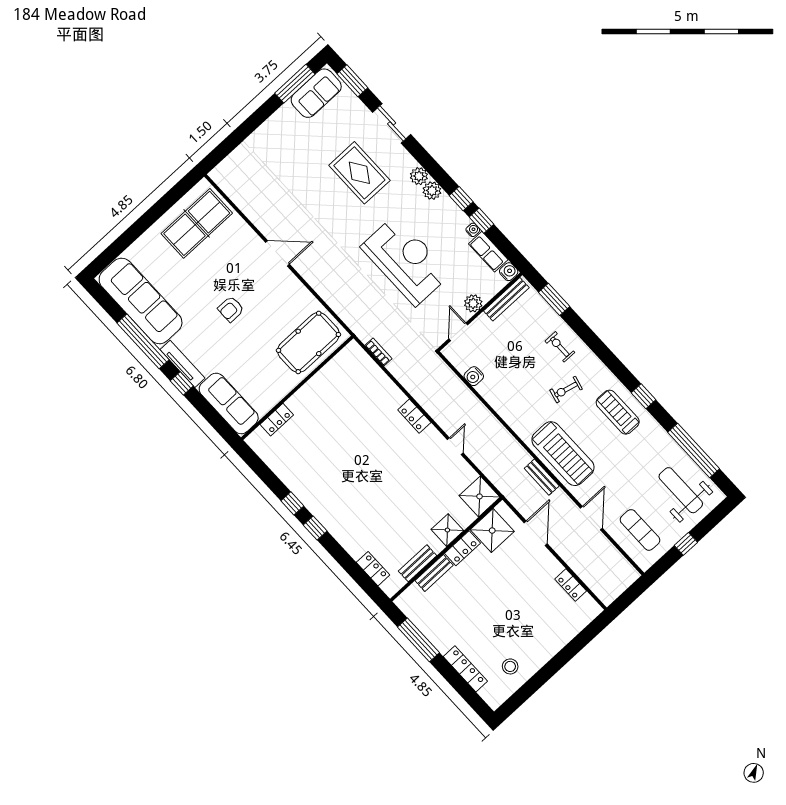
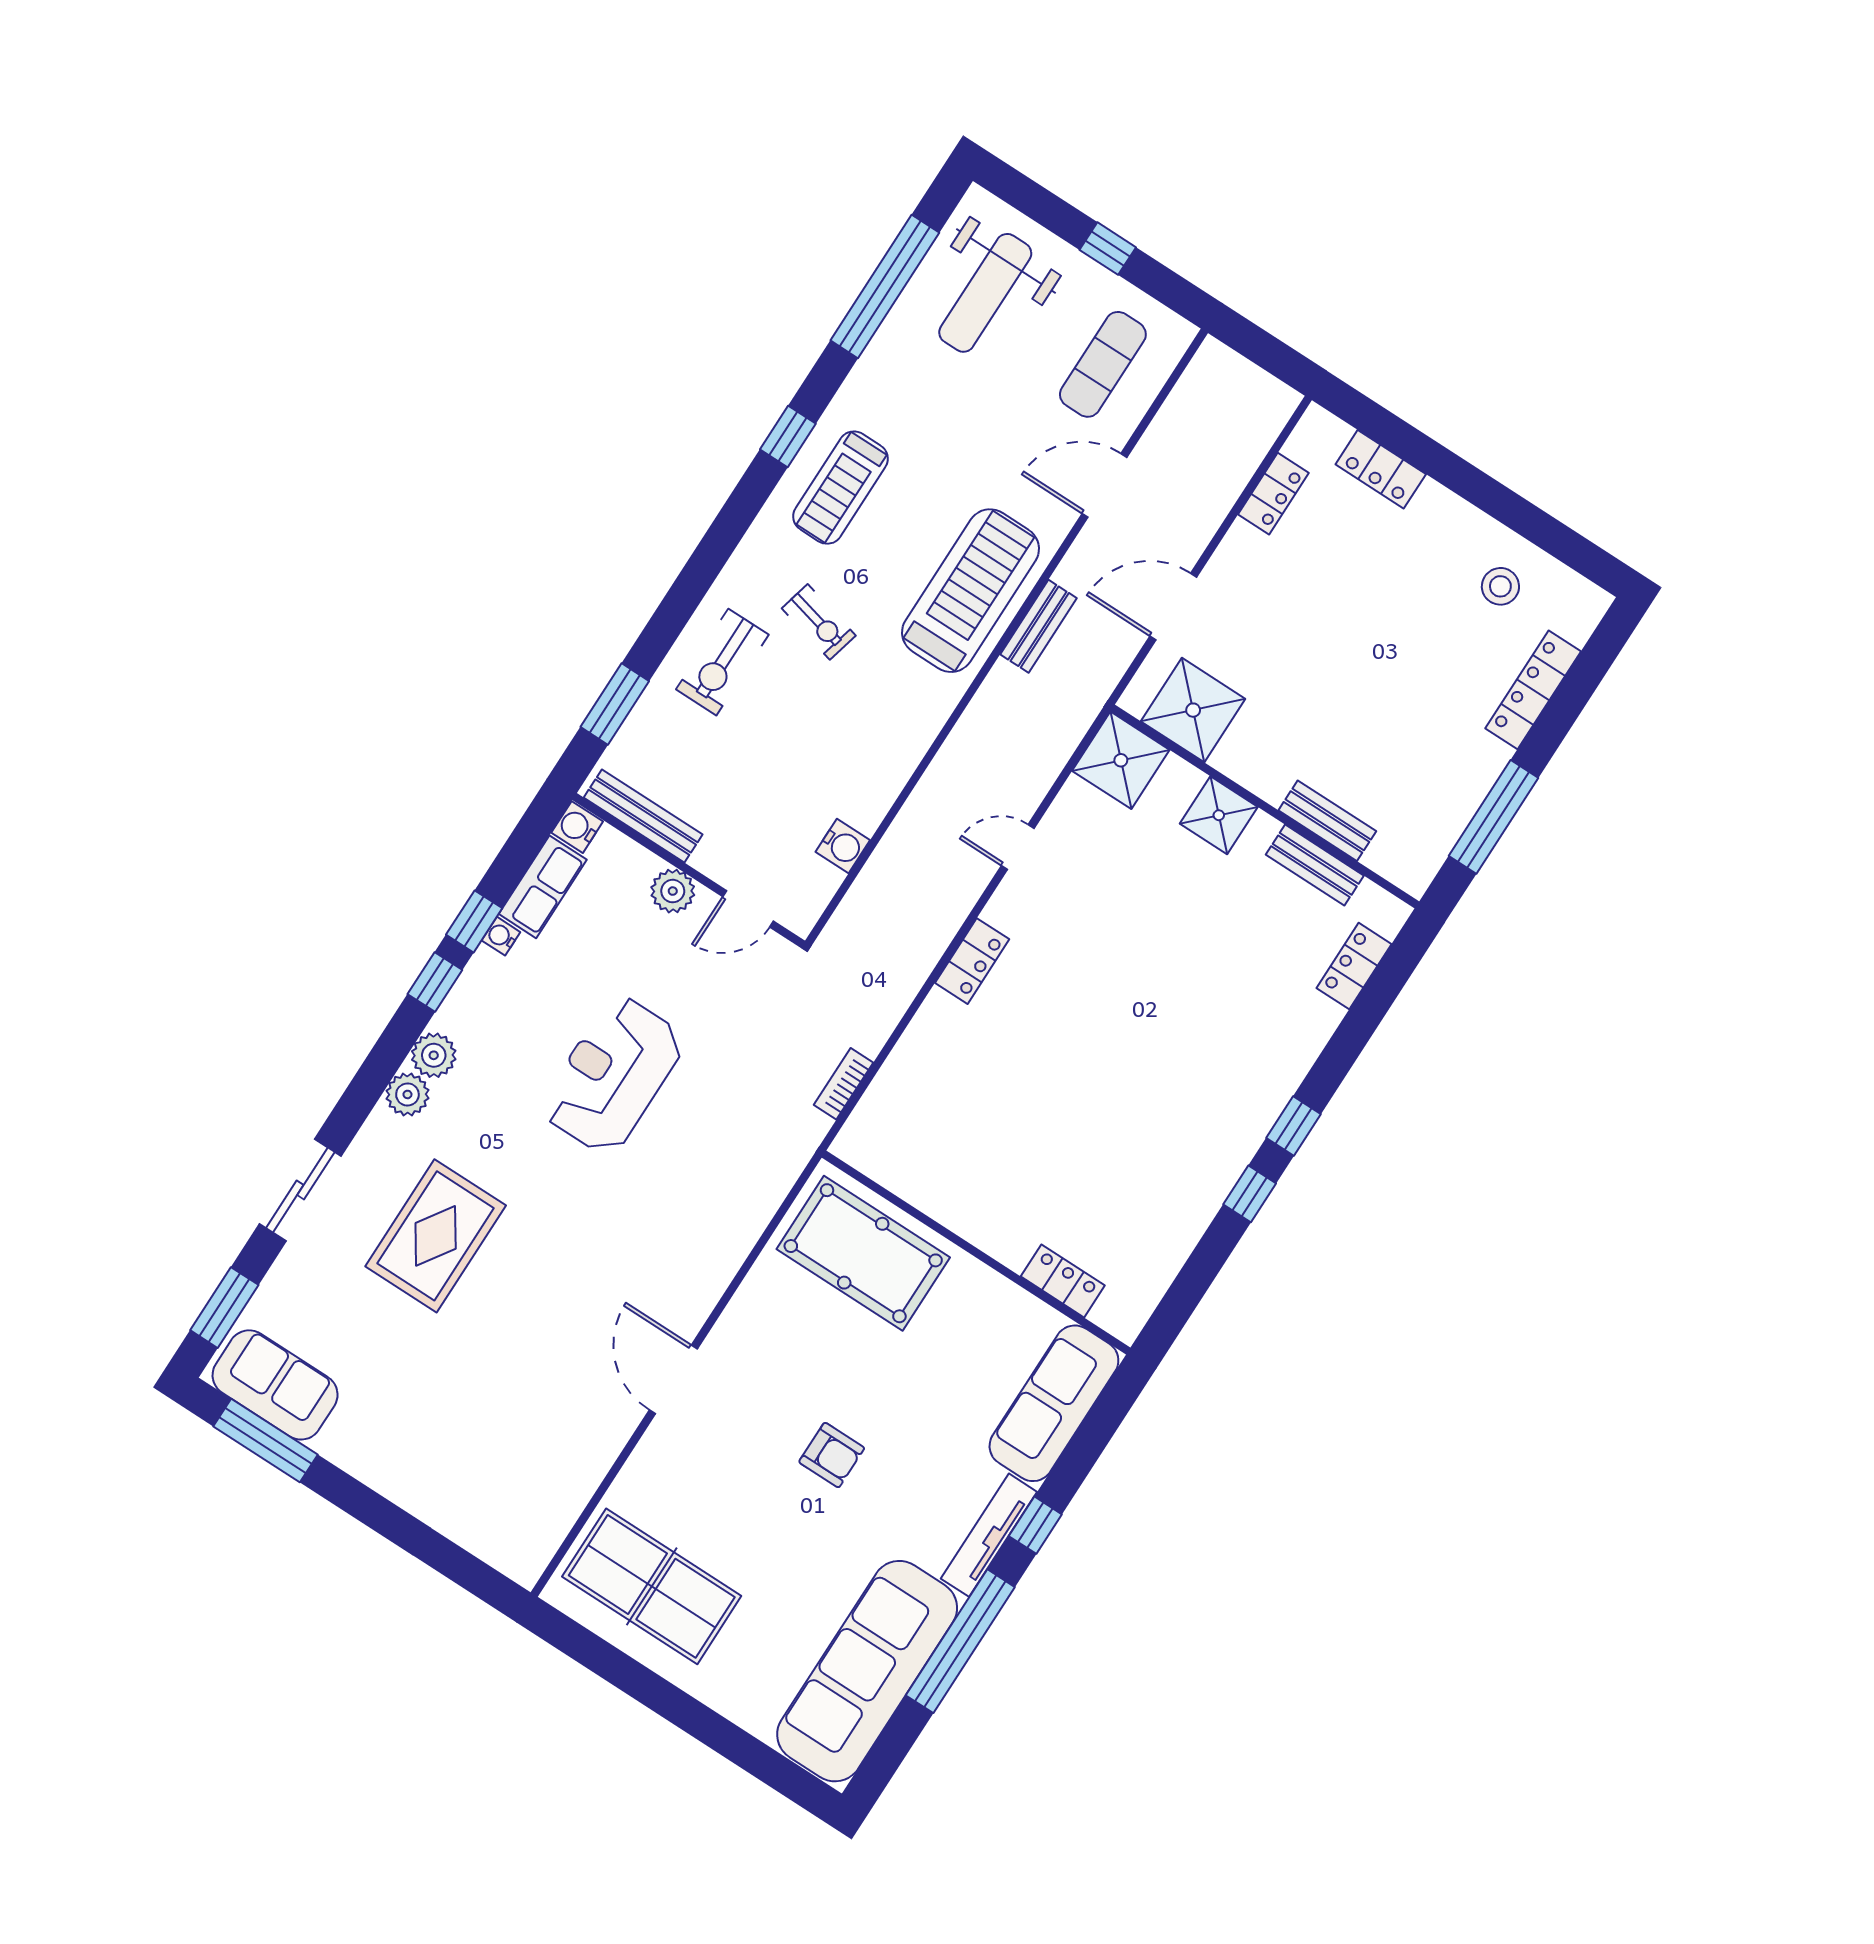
reception desk: (406, 260) -> (613, 1075), width x0.74, depth x0.77
exercise bike: (560, 347) -> (722, 662), width x1.38, depth x1.39
locker: (462, 548) -> (1381, 469), moved, turned 180

